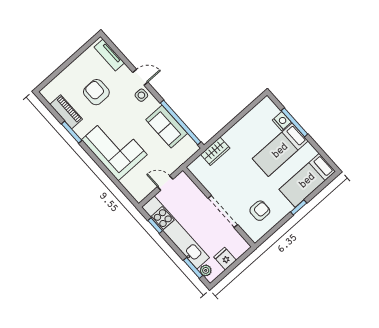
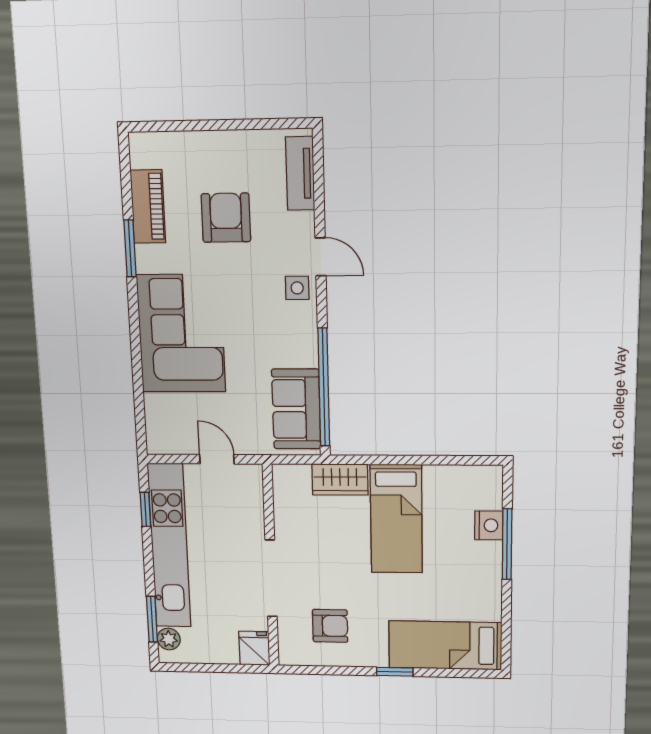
sofa: (167, 127) -> (296, 409), moved
bed: (280, 150) -> (396, 519), moved, turned -90
fridge: (225, 259) -> (254, 648), moved

